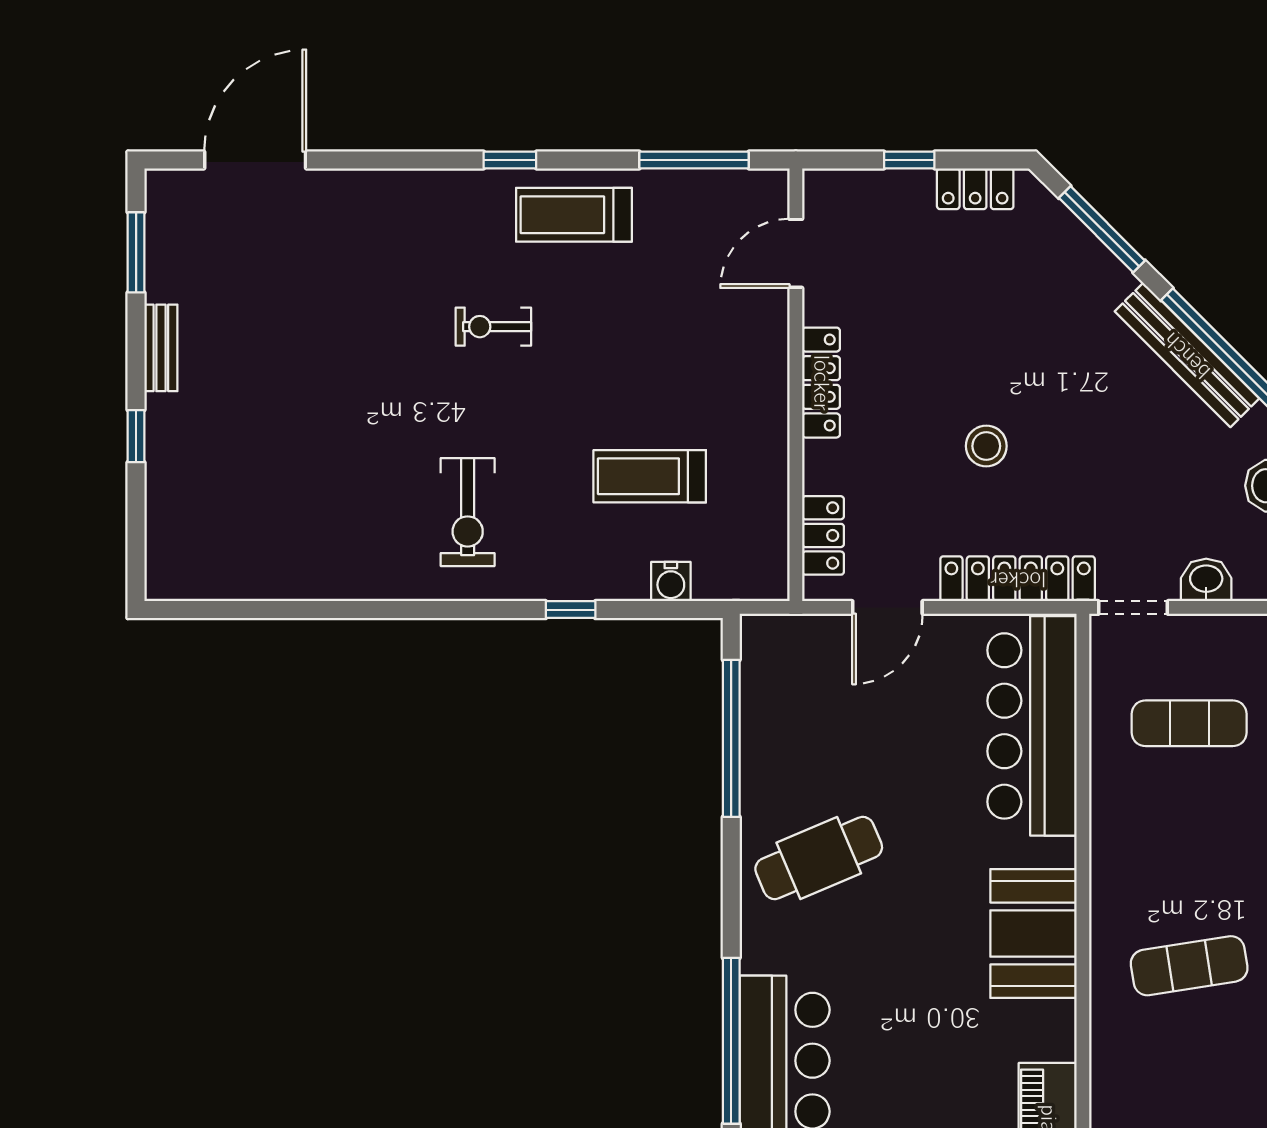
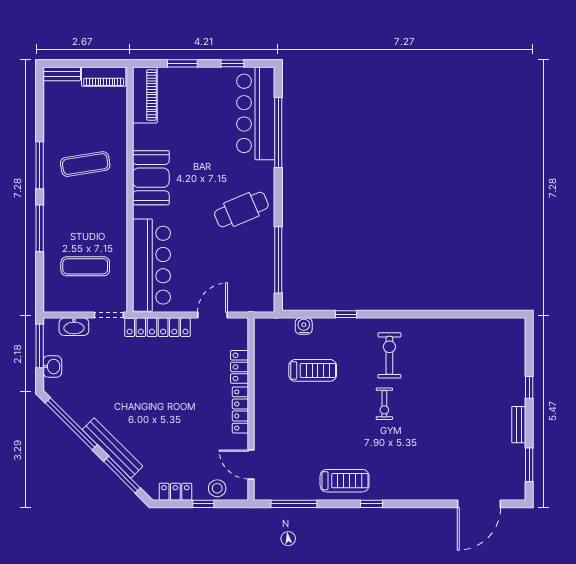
door: (796, 253) -> (251, 464), swing flipped
exercise bike: (493, 327) -> (384, 404), moved, turned 90
bench: (1187, 355) -> (112, 448), moved
stool: (986, 446) -> (217, 488), moved
locker: (823, 535) -> (240, 367), moved
washbasin: (1206, 580) -> (74, 327), width x1.38

